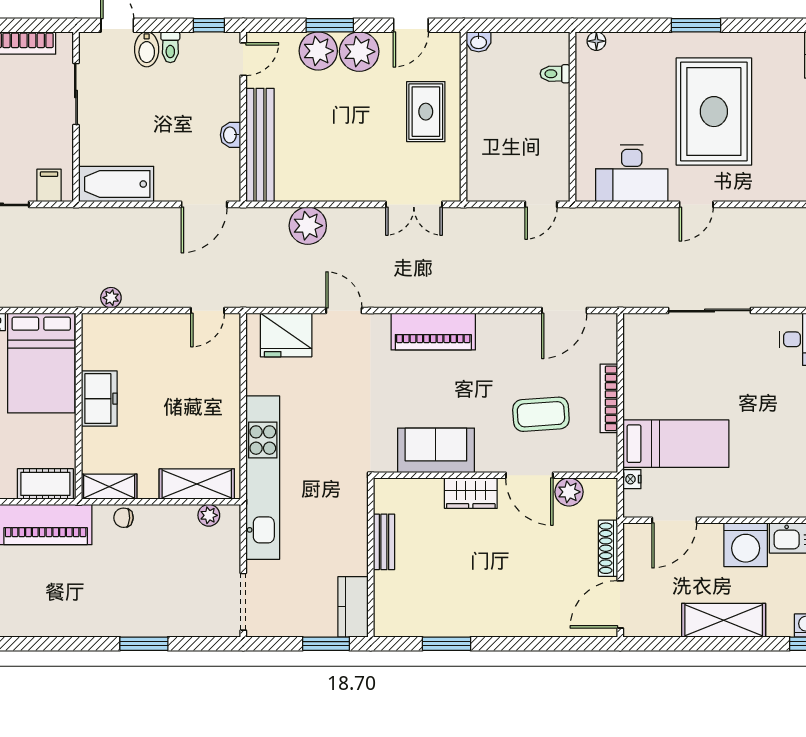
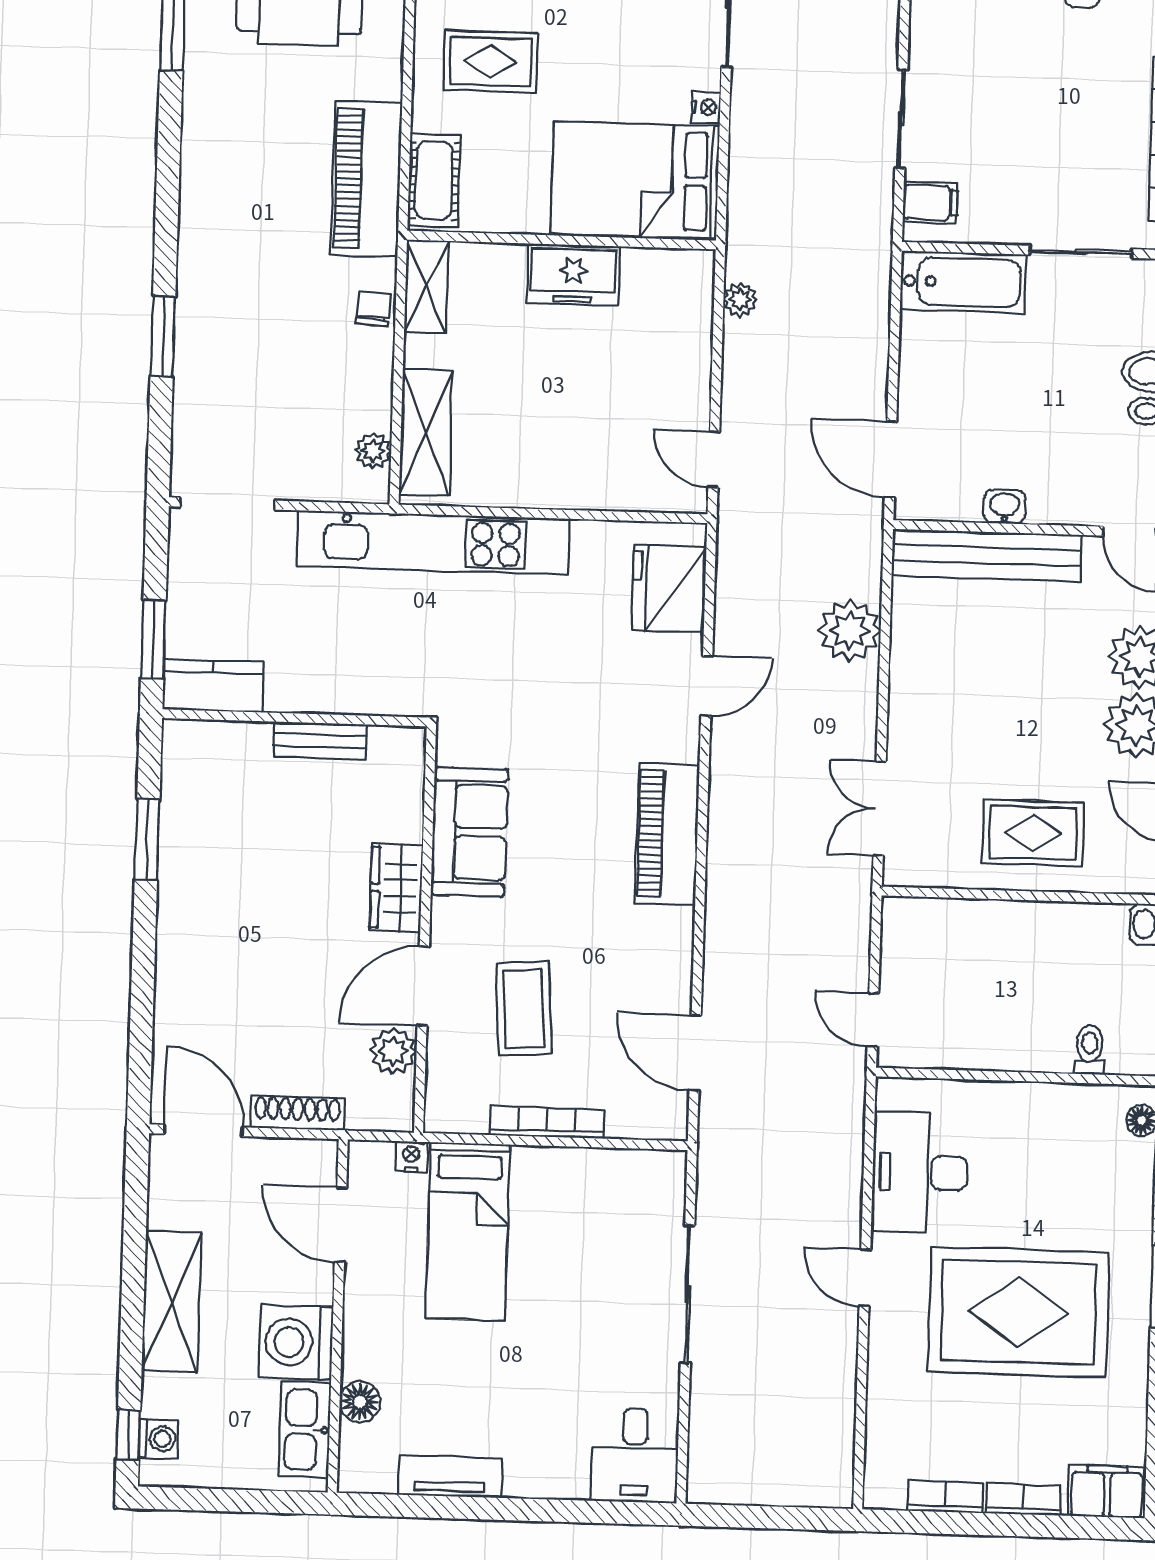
bathtub: (116, 184) -> (963, 282), moved, turned 90
floor lamp: (780, 505) -> (360, 1402), added

